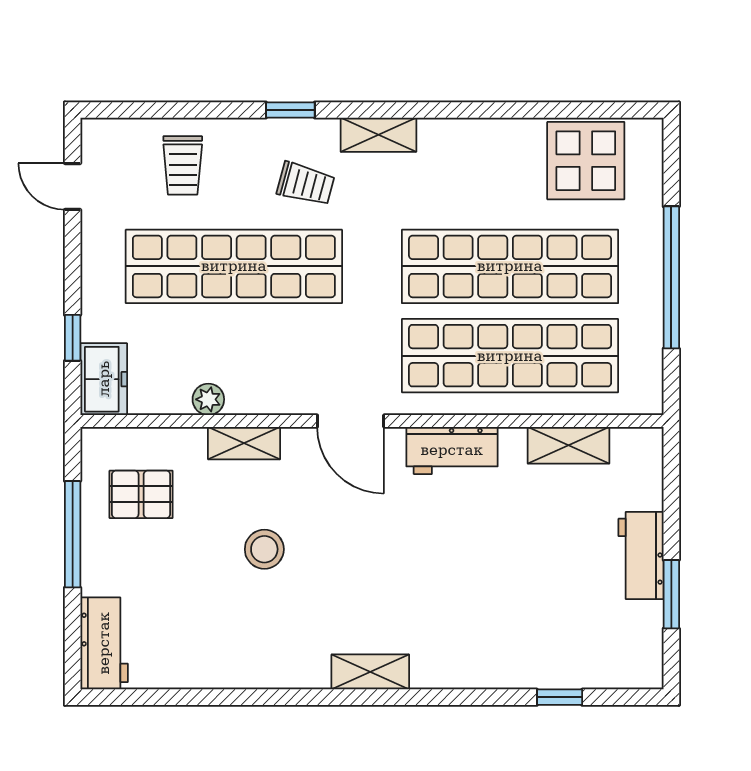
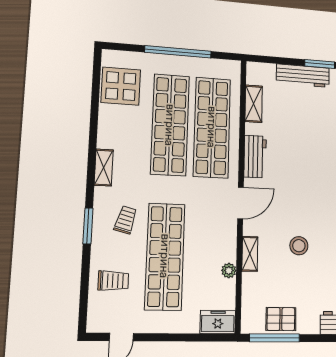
window: (290, 110) -> (88, 226), width x1.50
shelving: (378, 135) -> (104, 168), moved
window: (73, 338) -> (197, 337), removed
pallet: (141, 494) -> (281, 319), moved, turned 90
window: (73, 534) -> (275, 338), moved
workbench: (641, 555) -> (303, 76), width x1.38

